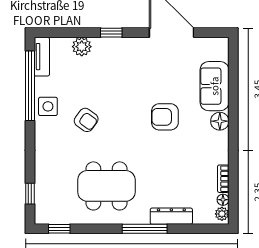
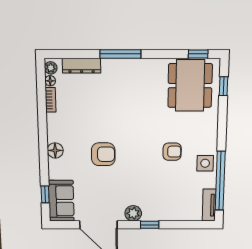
plant: (82, 47) -> (133, 213), moved
window: (233, 69) -> (45, 194), added
sofa: (214, 86) -> (61, 201), moved
armchair: (86, 120) -> (172, 152), turned 144
dining table: (106, 186) -> (190, 86), moved, turned 90
dresser: (171, 216) -> (81, 66), moved

